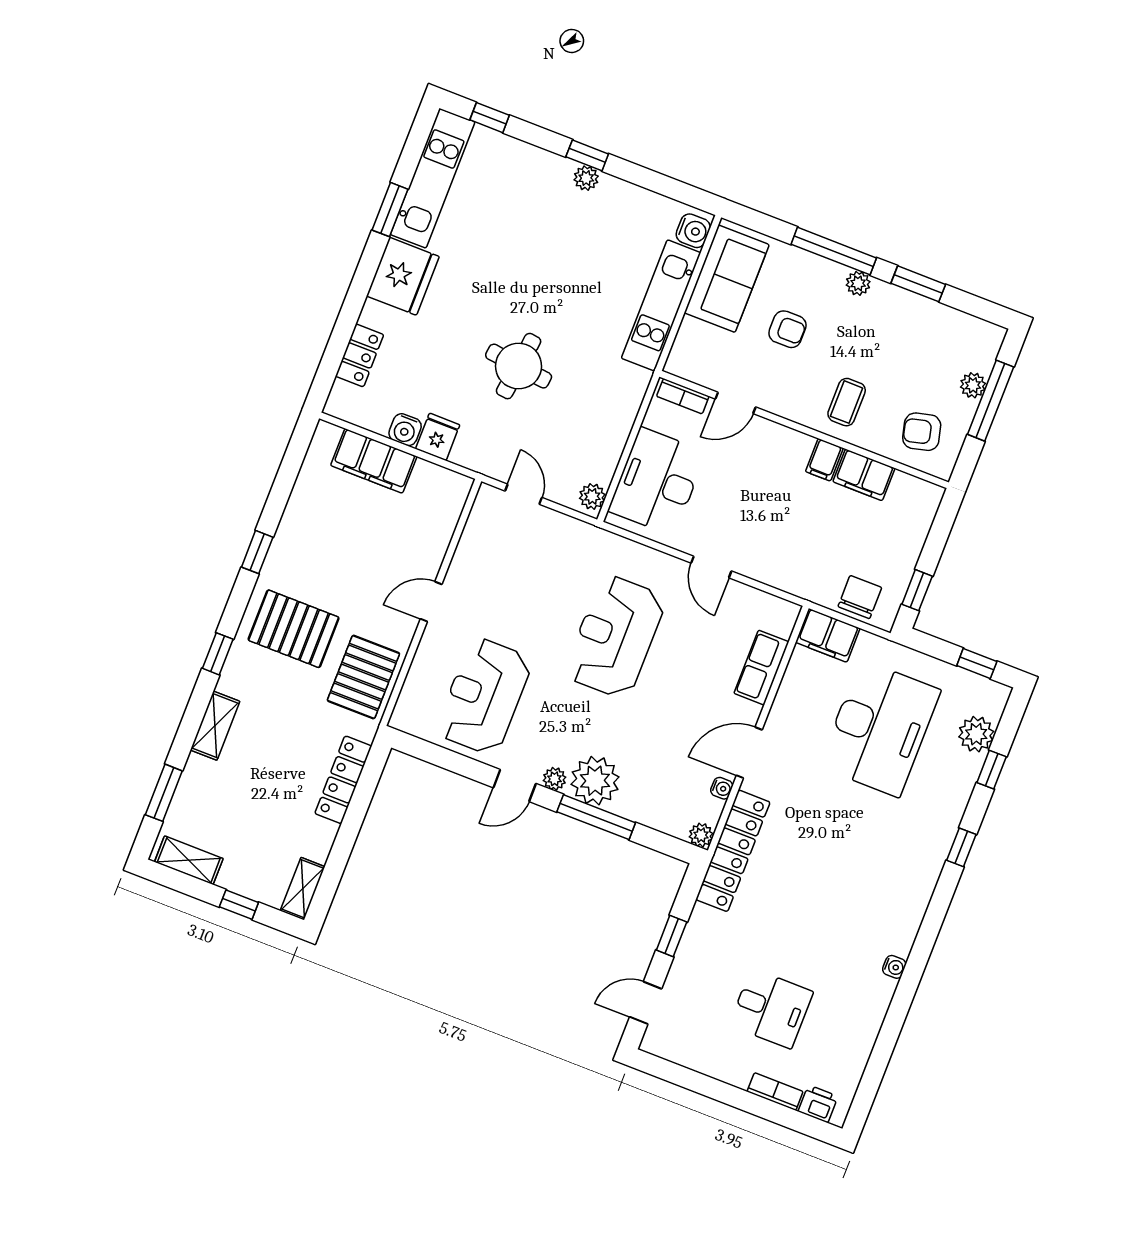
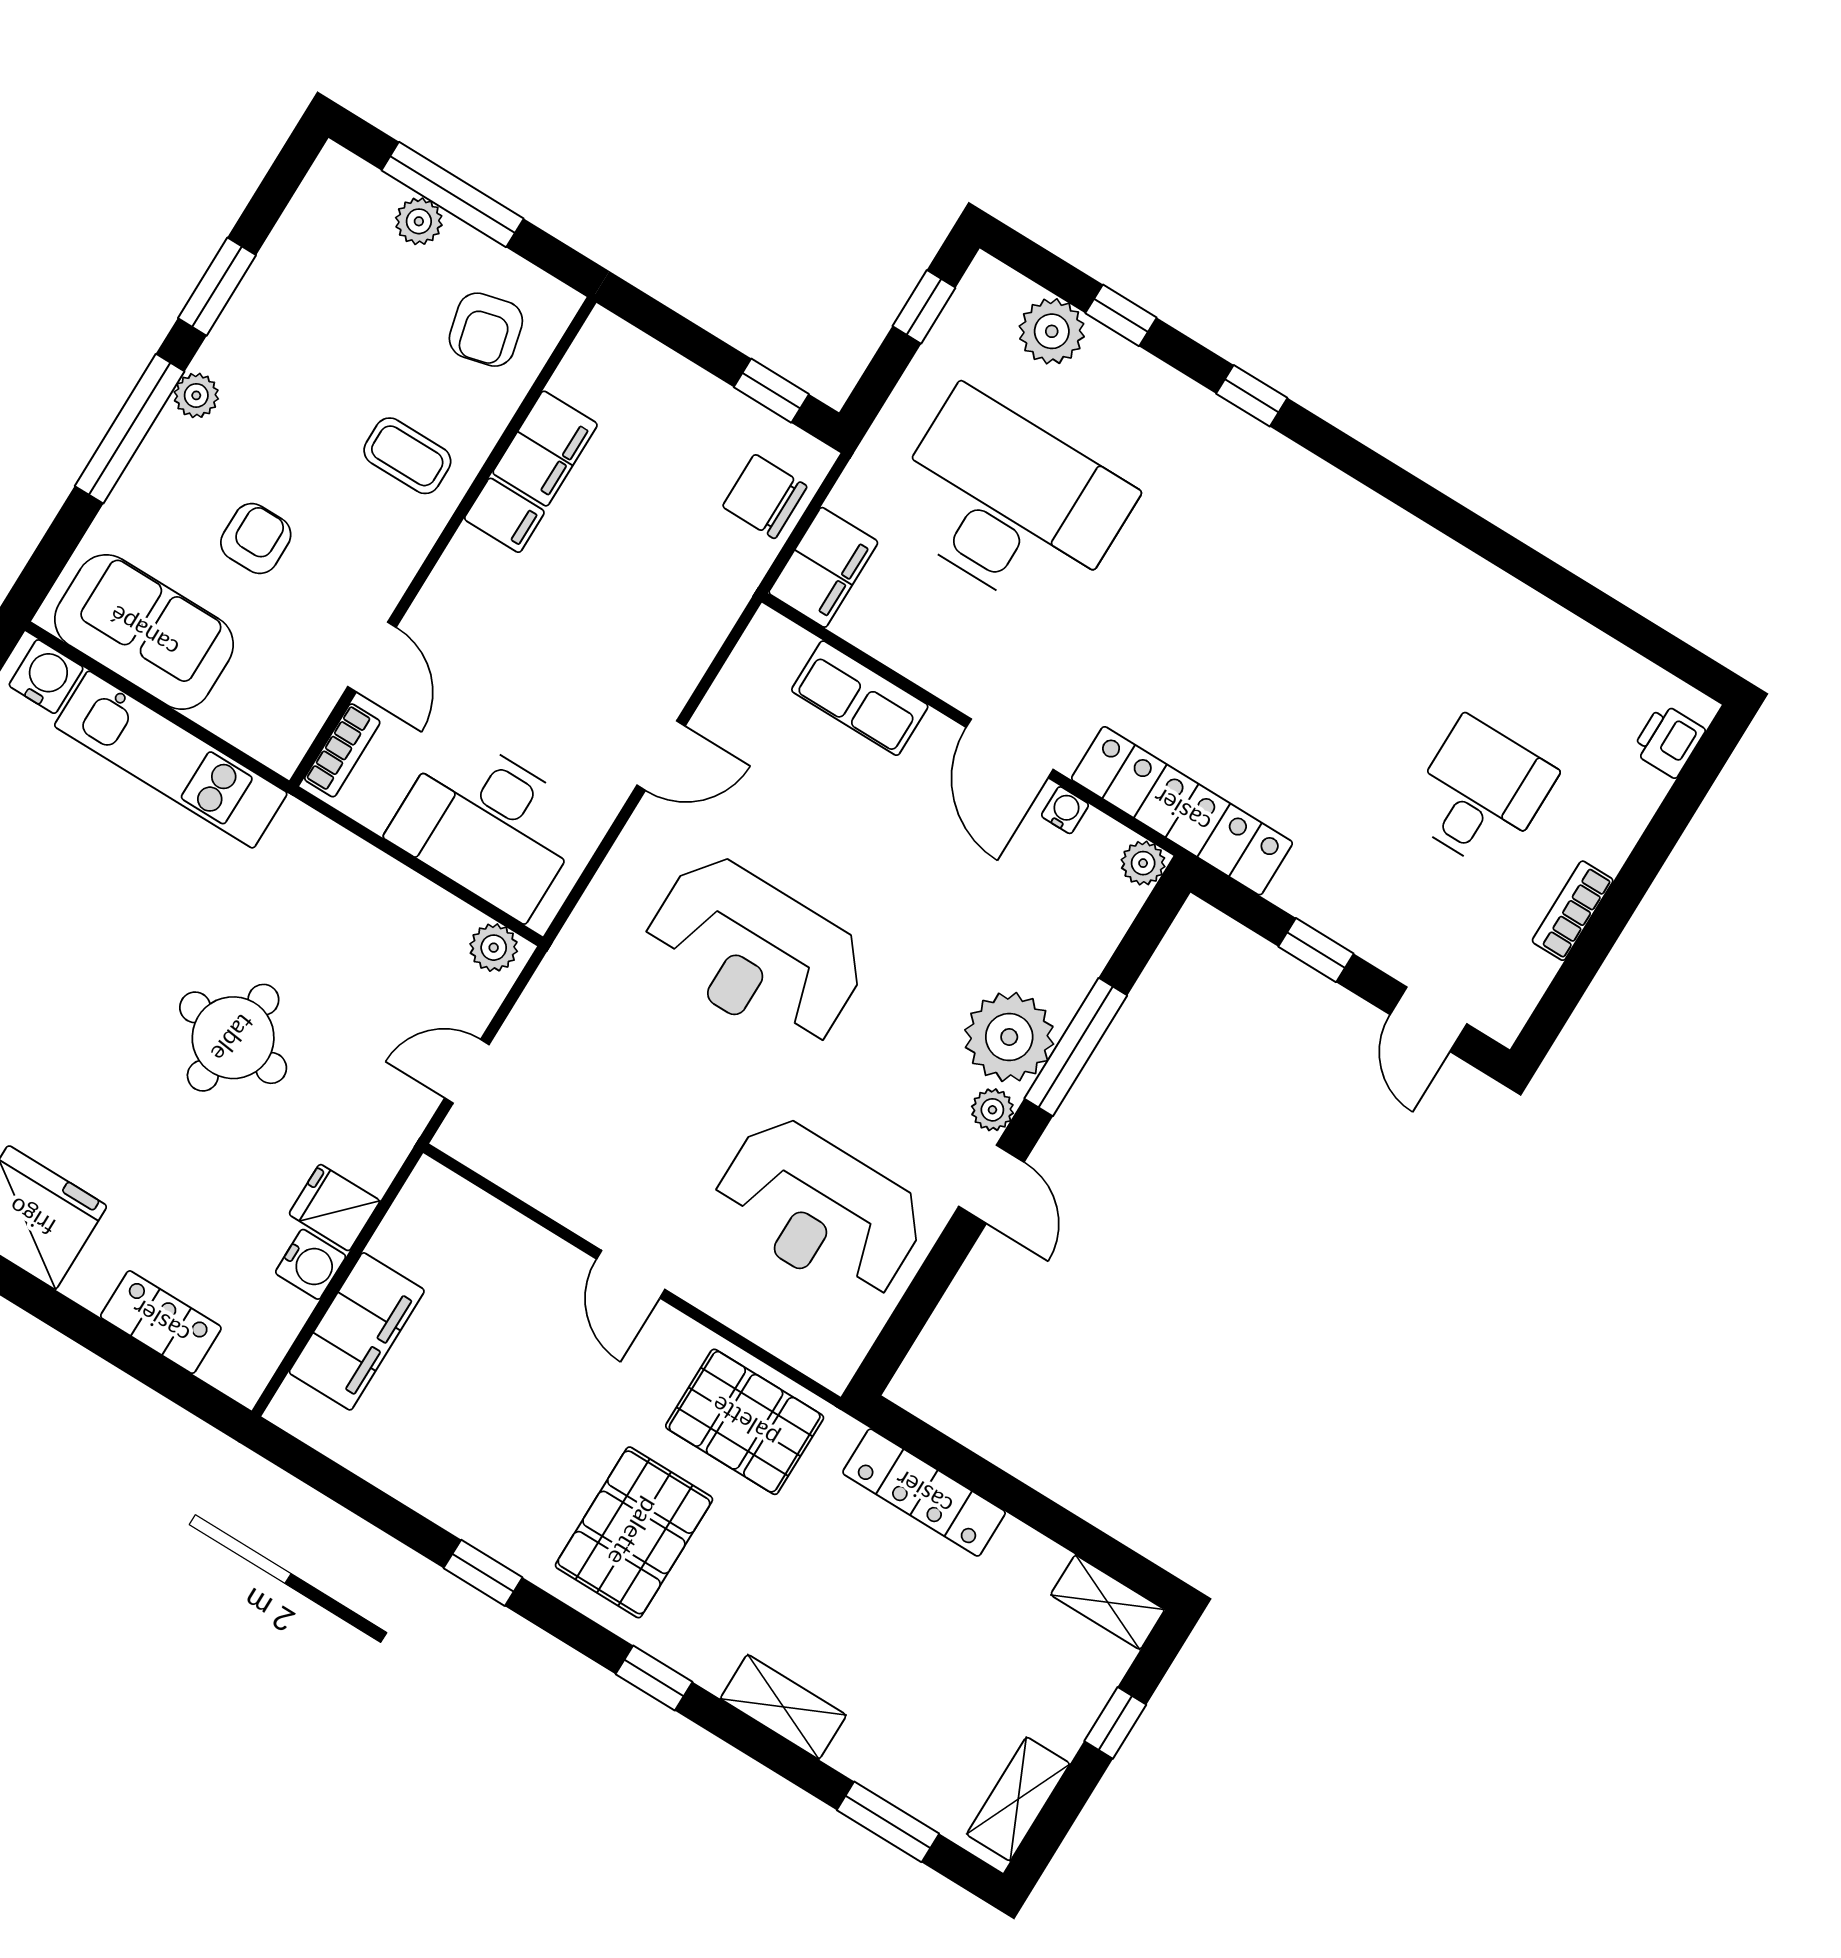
water cooler: (894, 967) -> (1446, 557), removed
bookcase: (775, 1092) -> (1573, 911), moved

